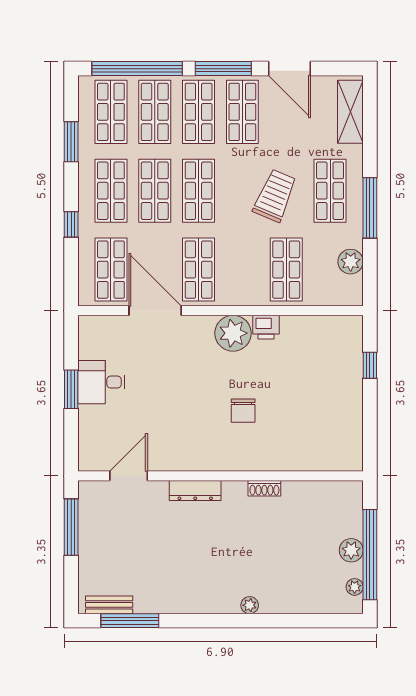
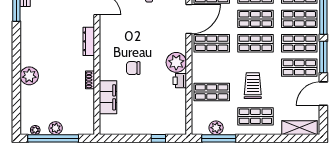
trolley: (275, 196) -> (253, 86), turned -113
window: (370, 208) -> (219, 138), moved
filing cabinet: (296, 456) -> (108, 97), added
plant: (250, 605) -> (29, 76), width x1.87, depth x1.87

